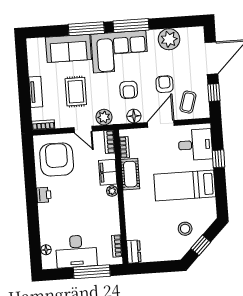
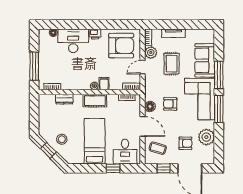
armchair: (164, 84) -> (185, 143), moved
rug: (76, 92) -> (172, 64), turned 90
plant: (104, 117) -> (151, 53), moved
filing cabinet: (108, 172) -> (104, 84), width x0.50
cot: (130, 174) -> (95, 101), moved
desk: (76, 251) -> (73, 41), moved, turned 90
dresser: (134, 252) -> (64, 99), moved

